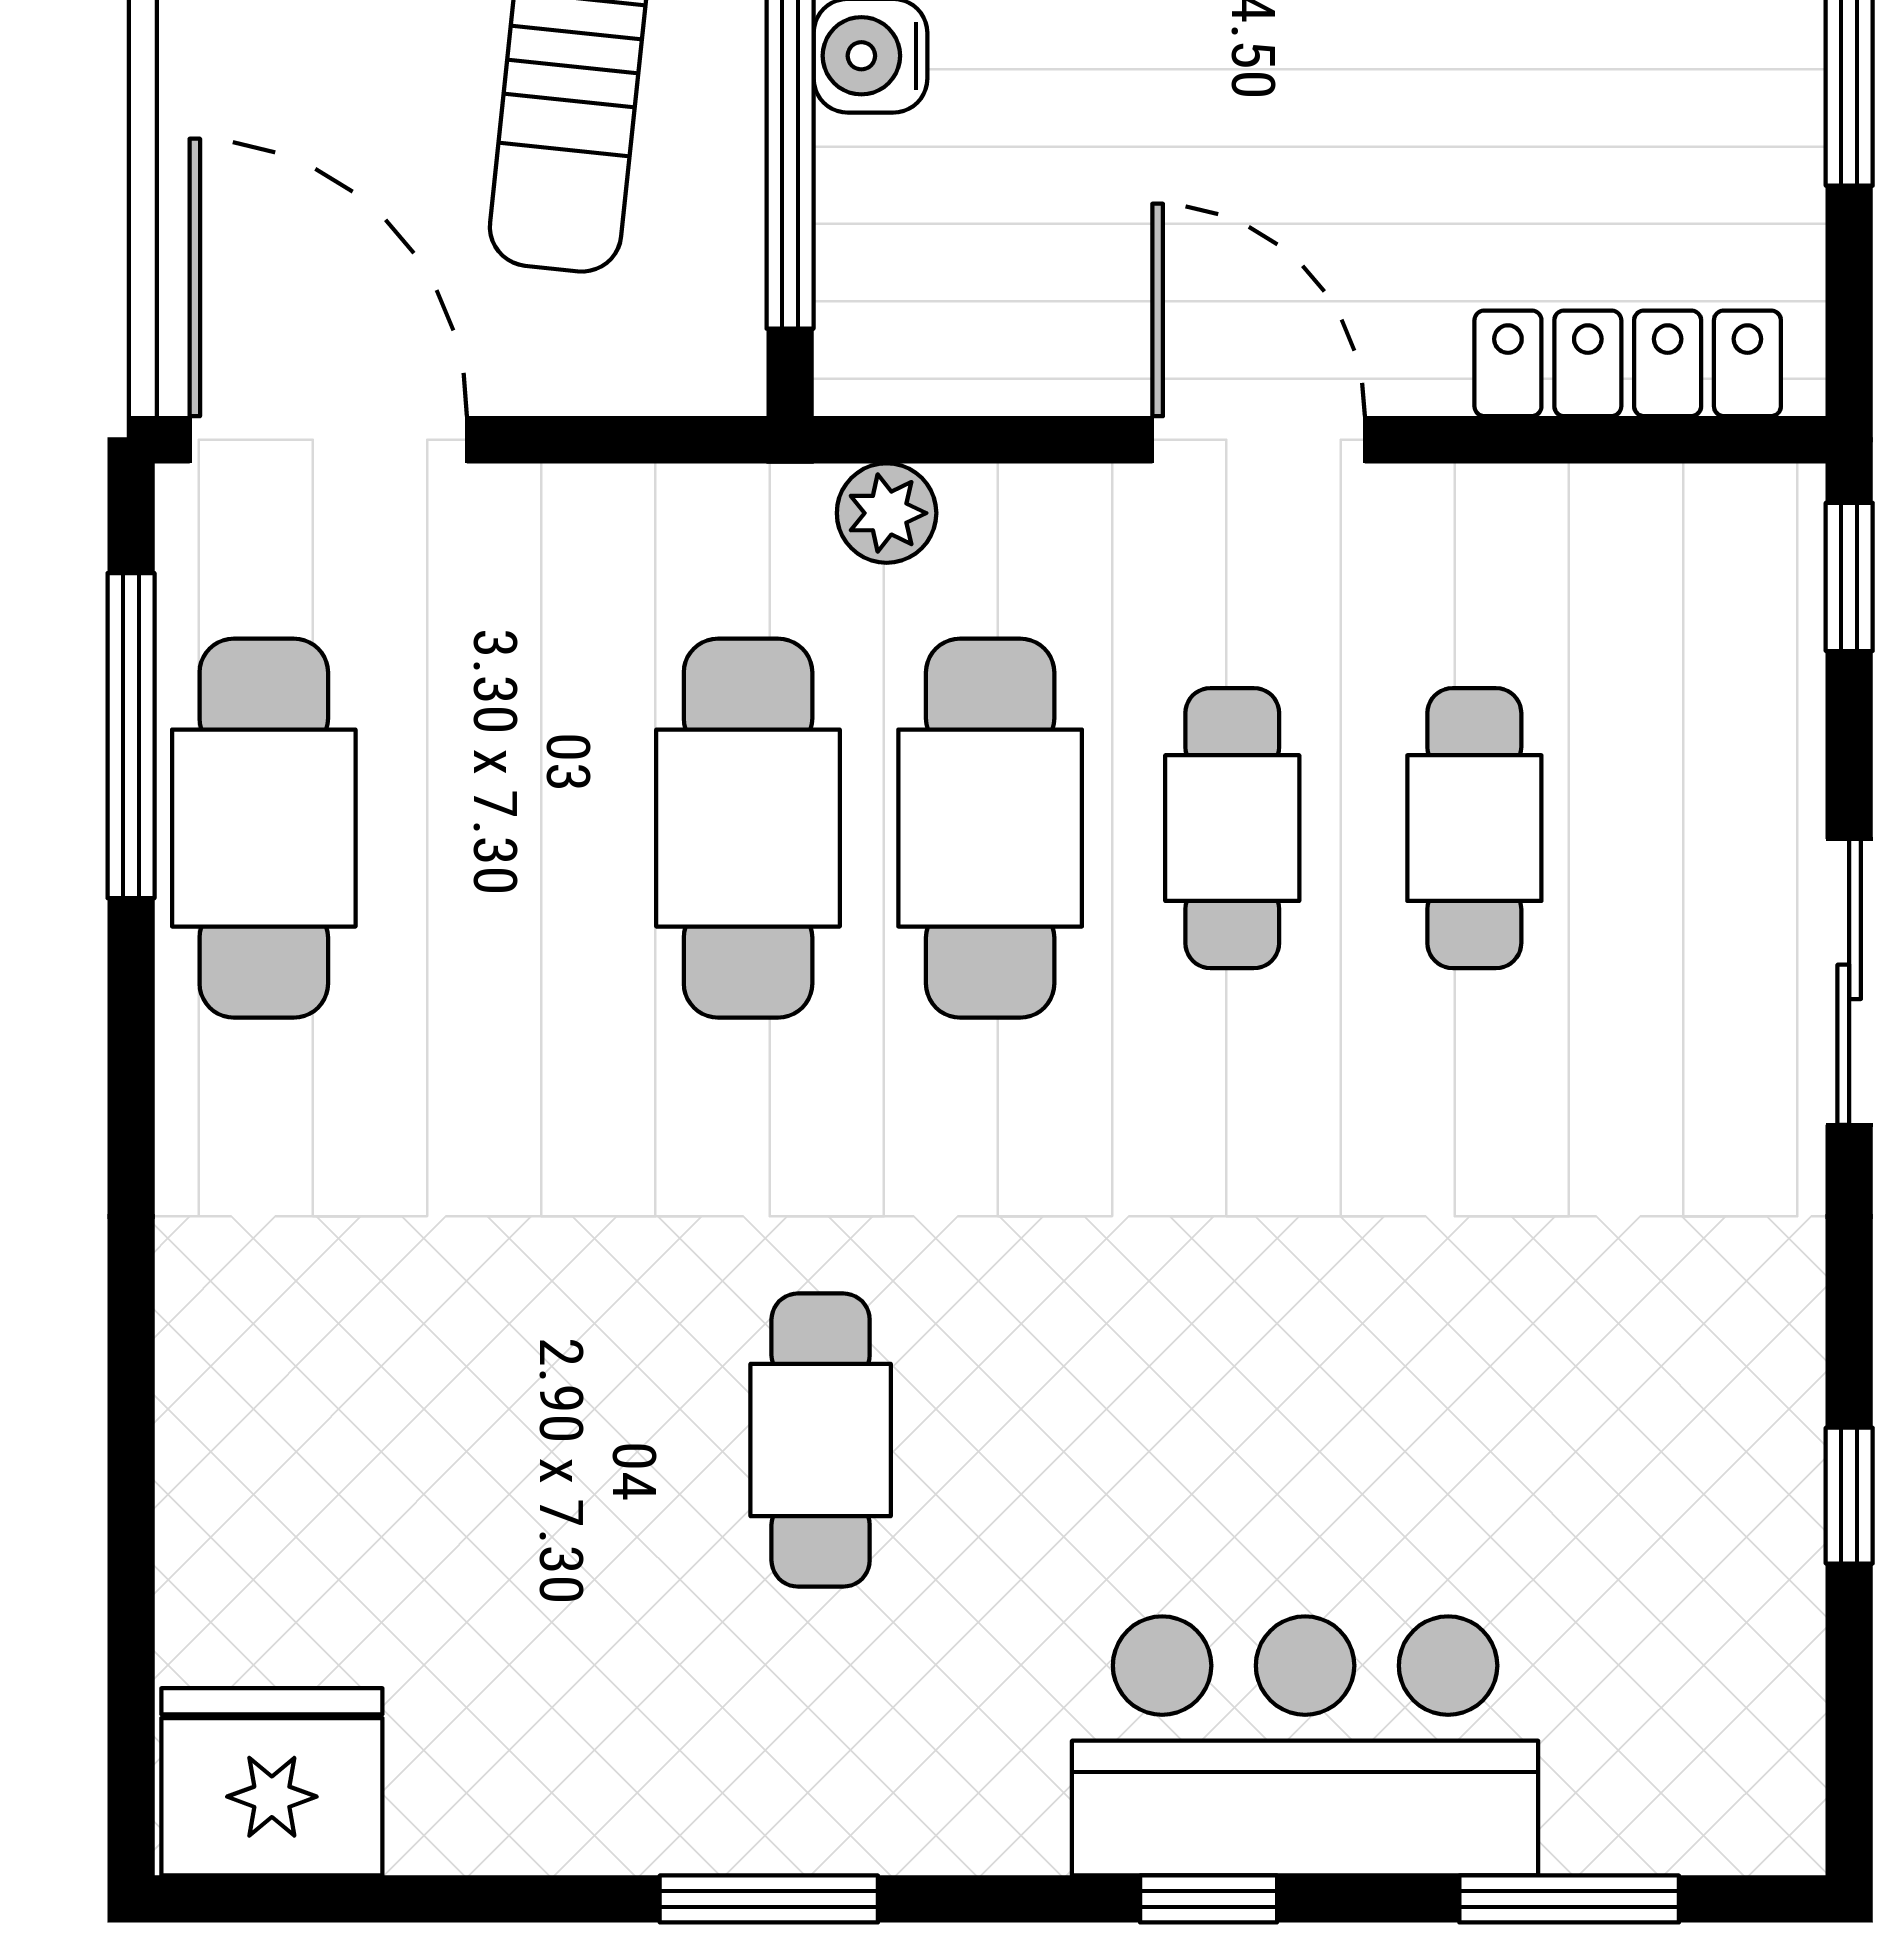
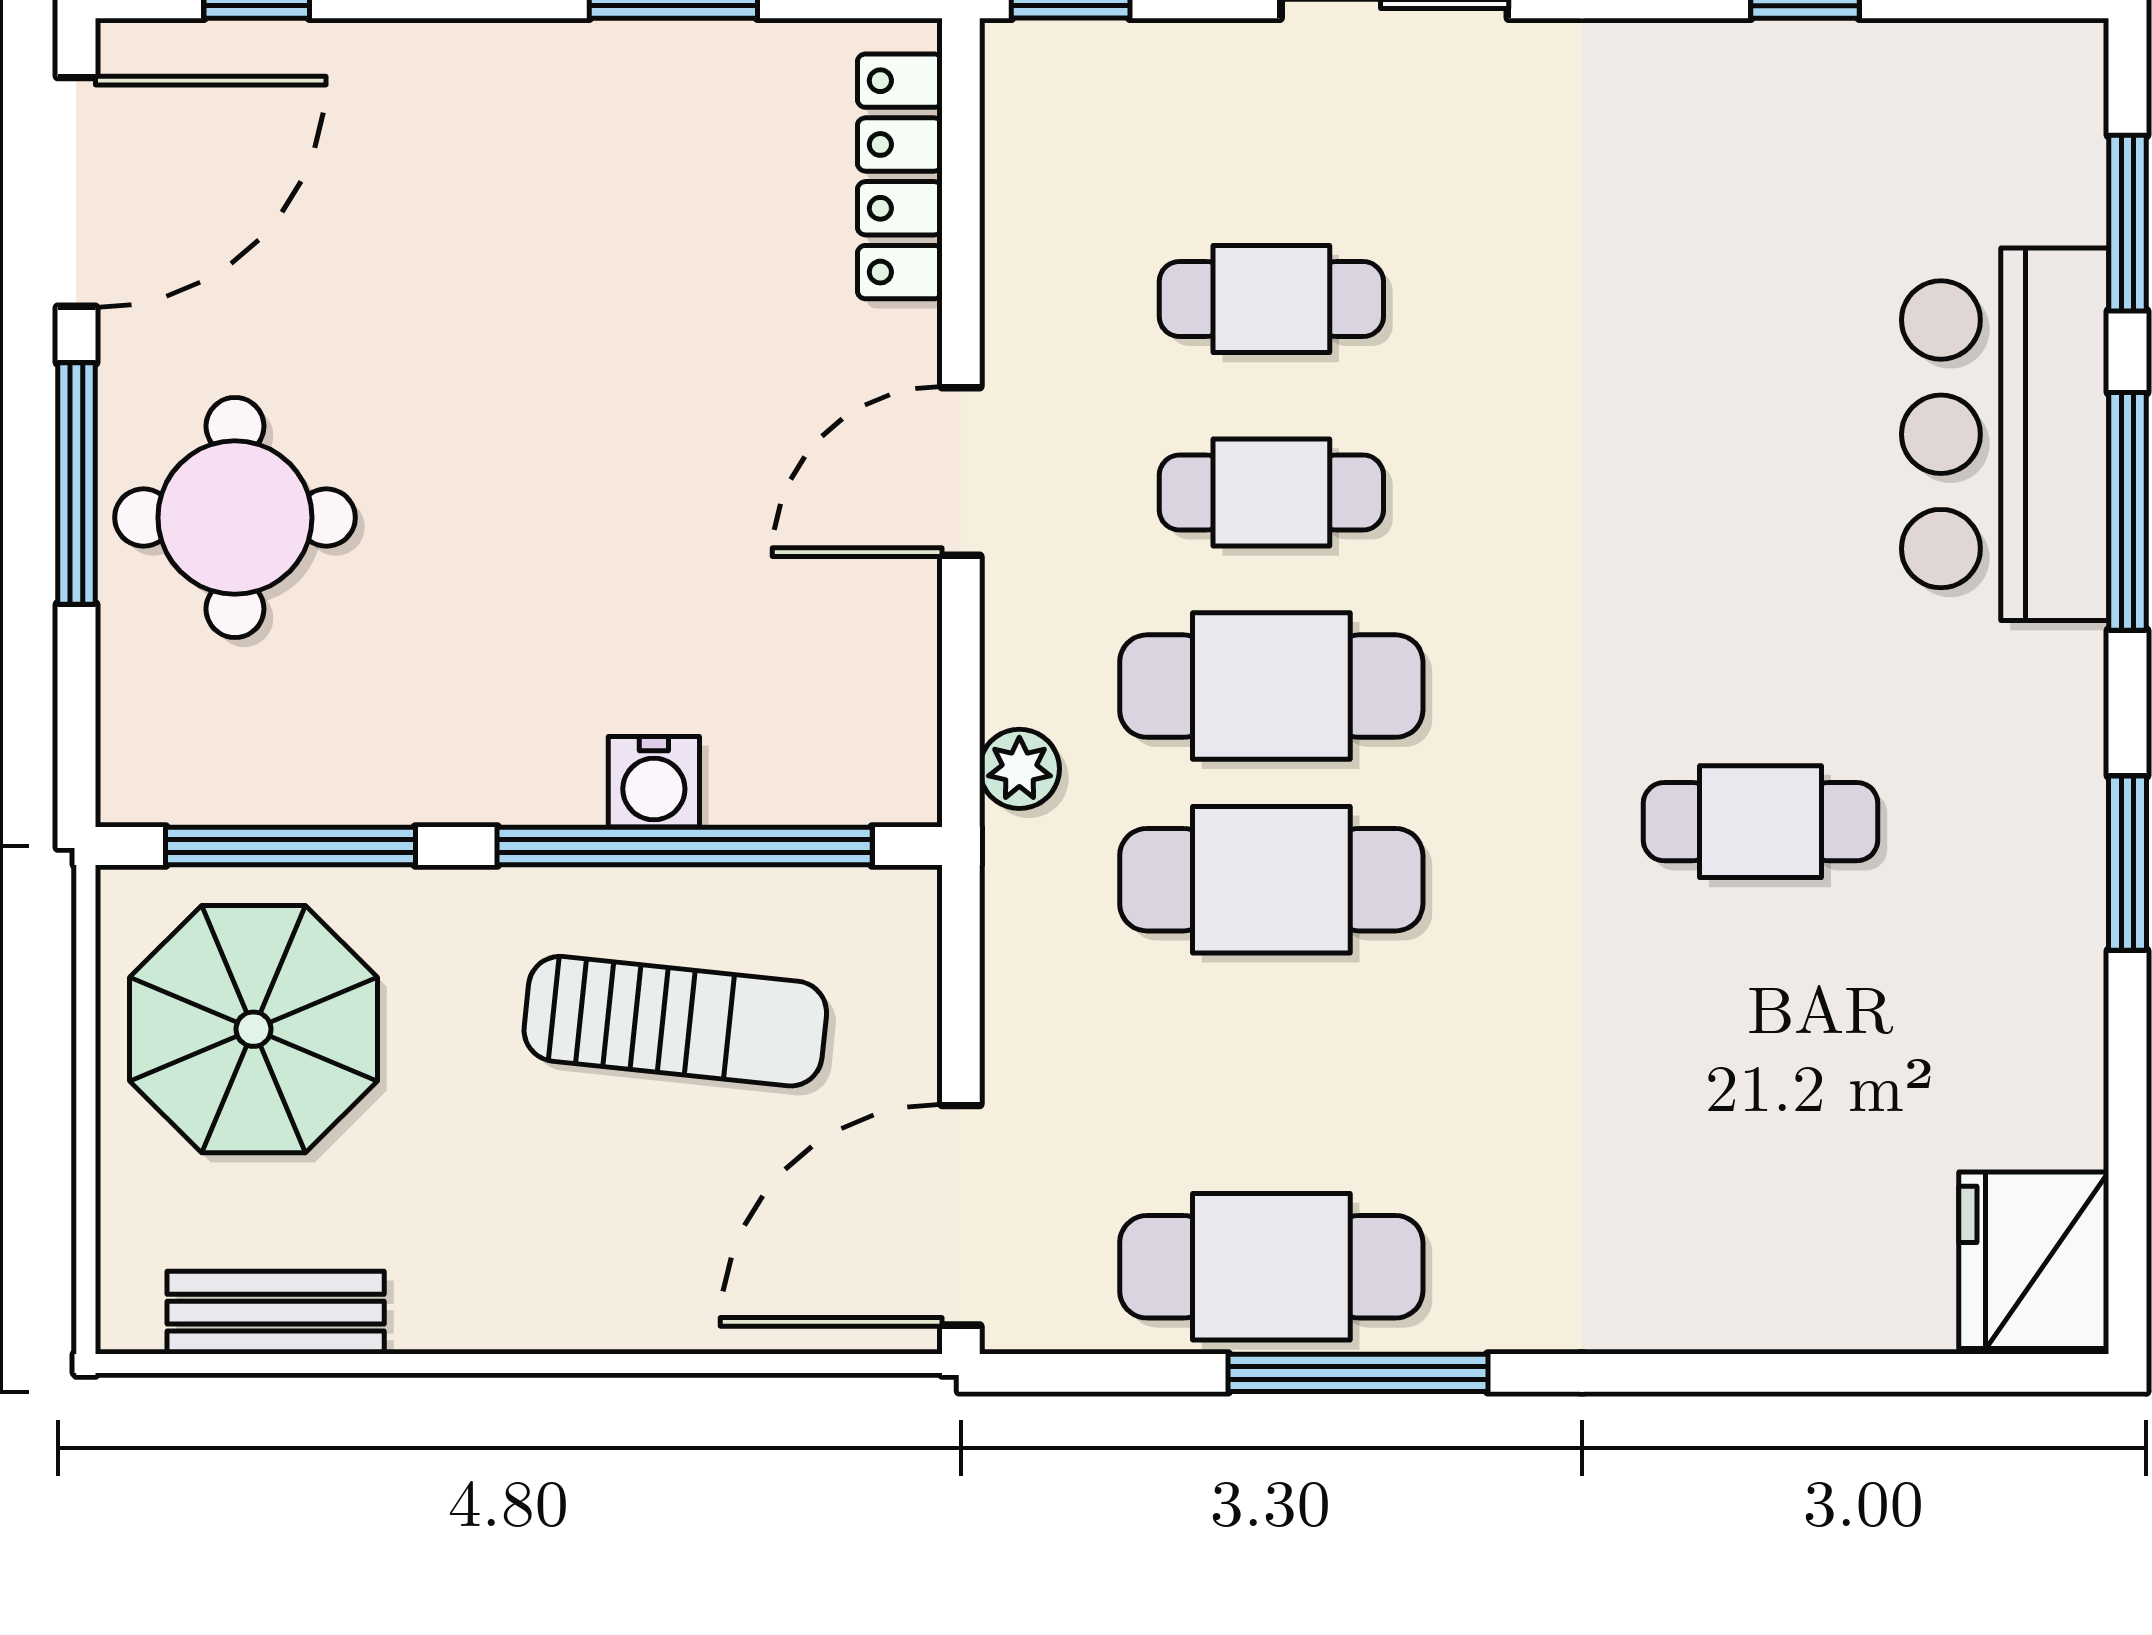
window: (131, 736) -> (1358, 1373), moved
window: (1209, 1899) -> (2127, 511), width x2.17

